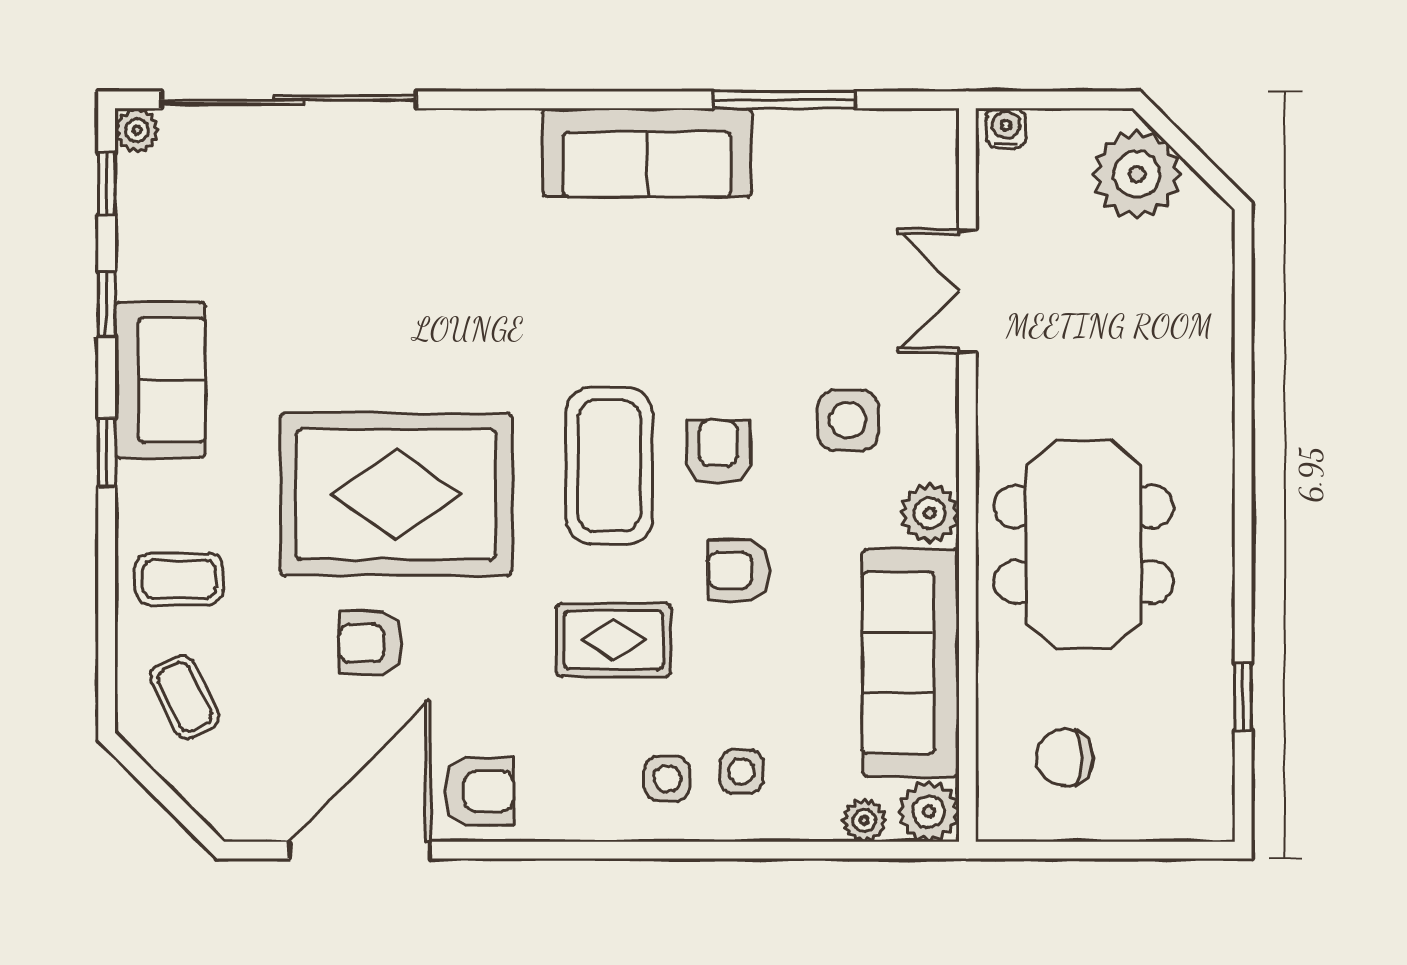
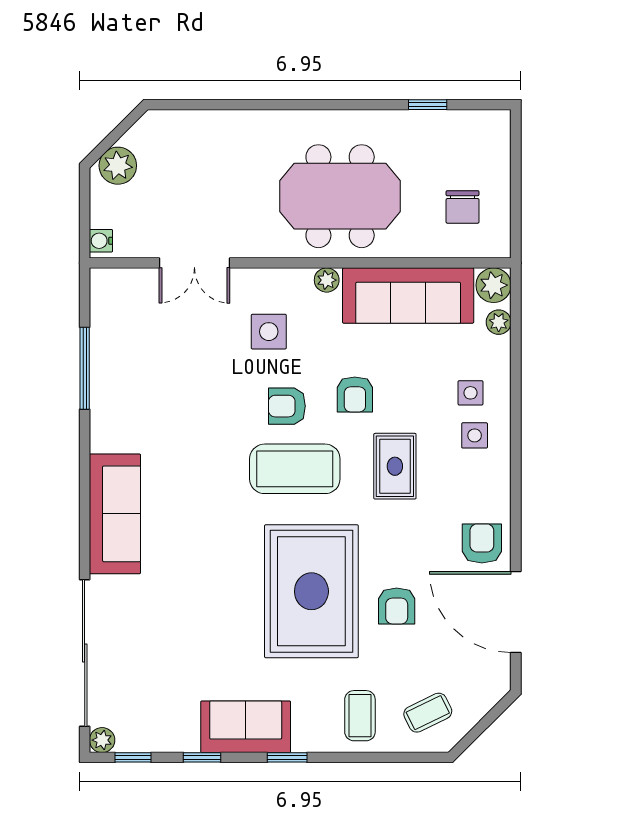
sofa: (647, 153) -> (115, 514), moved
plant: (1137, 174) -> (118, 166), width x0.73, depth x0.73
plant: (930, 513) -> (327, 280), width x0.73, depth x0.73

